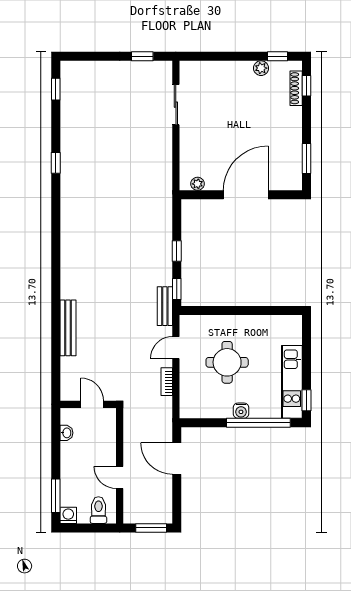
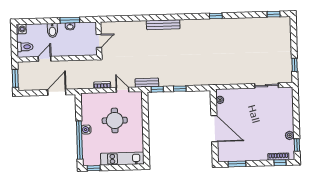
window: (56, 163) -> (216, 16), moved
bench: (68, 328) -> (163, 25), moved
kitchen unit: (292, 382) -> (122, 159), moved
wall: (88, 404) -> (99, 39), moved
door: (92, 404) -> (99, 41), moved
bidet: (72, 463) -> (52, 30), added
window: (56, 496) -> (70, 20), moved

